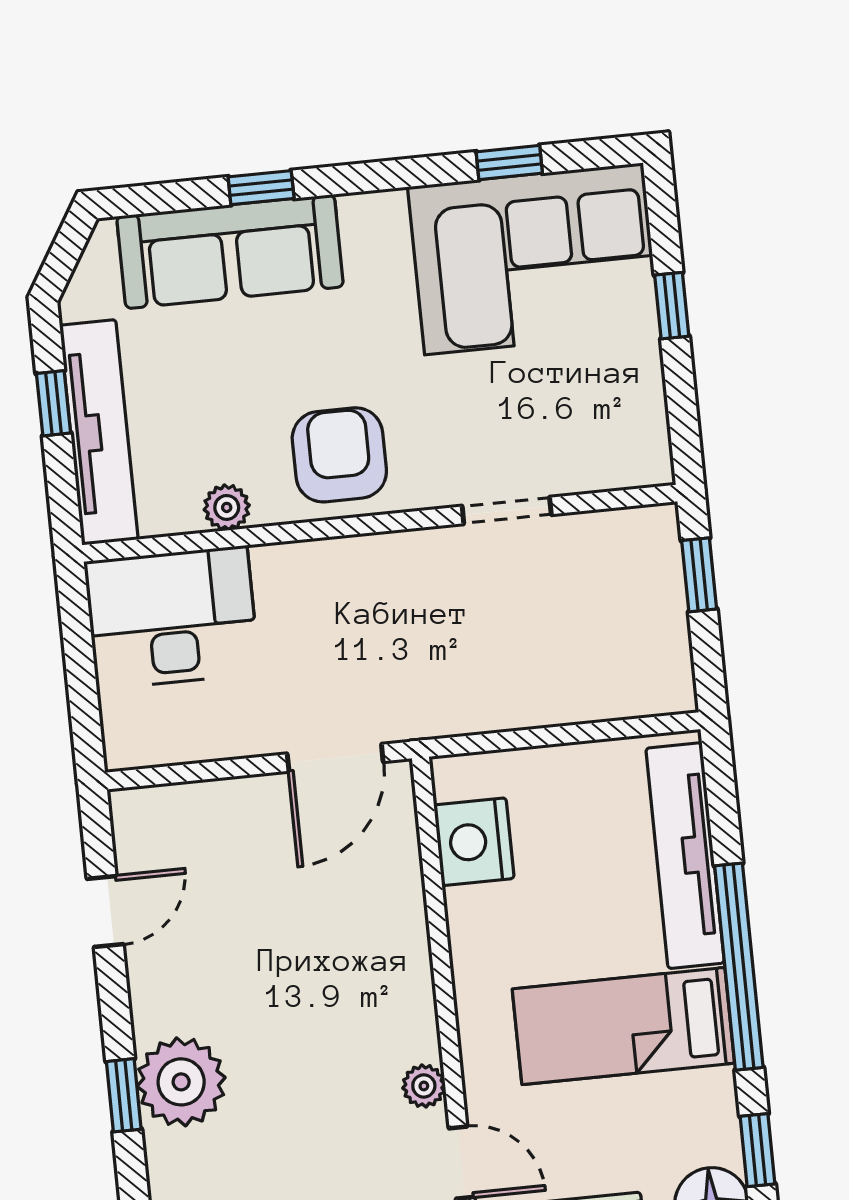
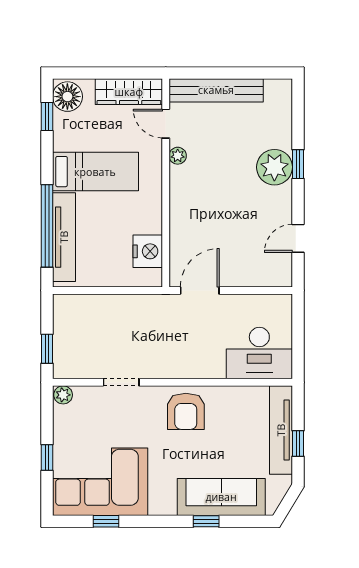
plant: (227, 507) -> (63, 395), moved
window: (739, 967) -> (47, 226), moved

